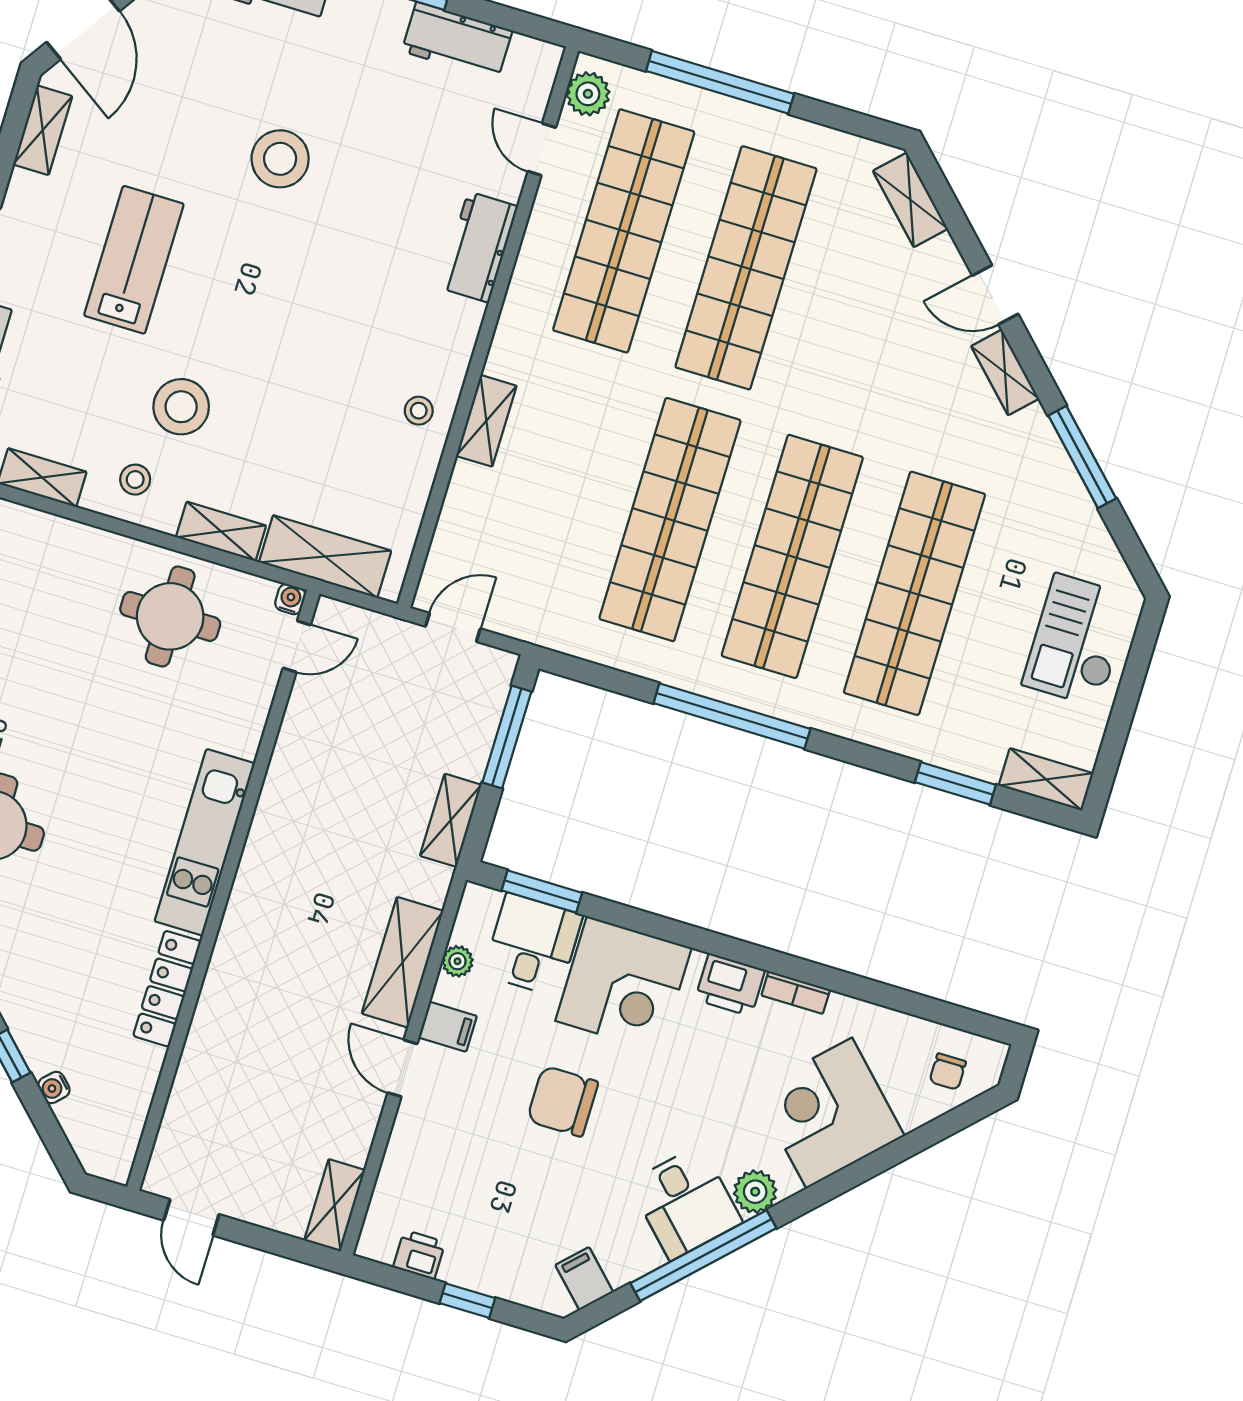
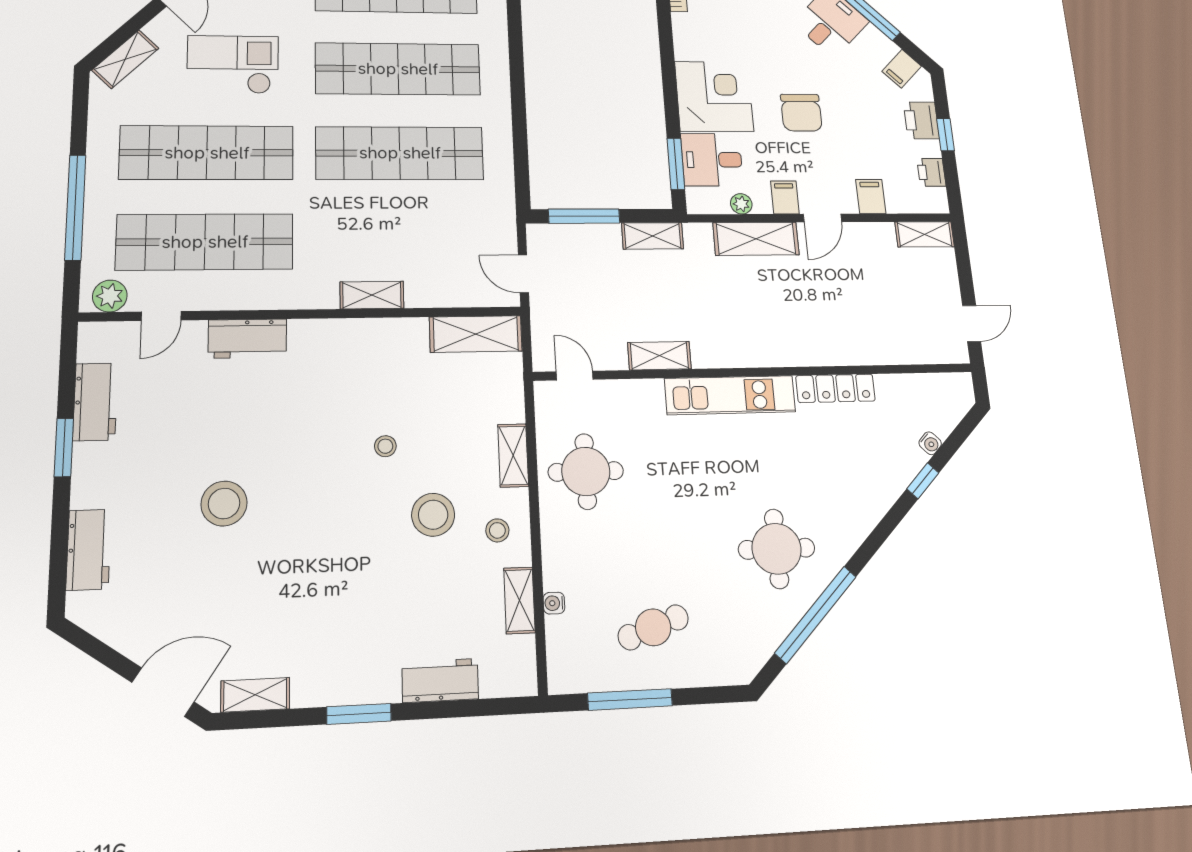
lab bench: (134, 260) -> (335, 588), removed
checkout: (862, 338) -> (233, 65), added
stool: (419, 411) -> (385, 446), moved
shelving: (325, 556) -> (476, 334), moved, turned 90
water cooler: (290, 599) -> (554, 603), moved
window: (732, 716) -> (517, 78), removed
shelving: (287, 768) -> (659, 356), added
printer: (730, 985) -> (921, 120), moved, turned 180
filing cabinet: (412, 1151) -> (871, 196), added

